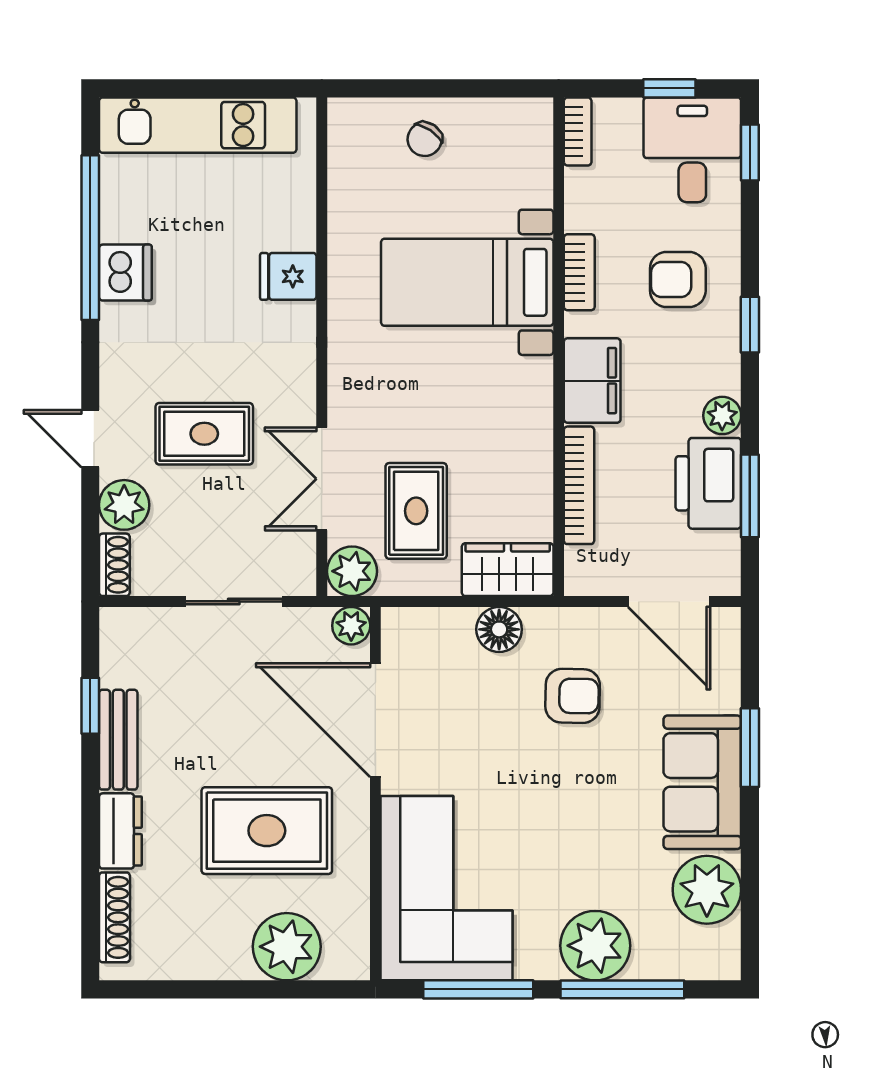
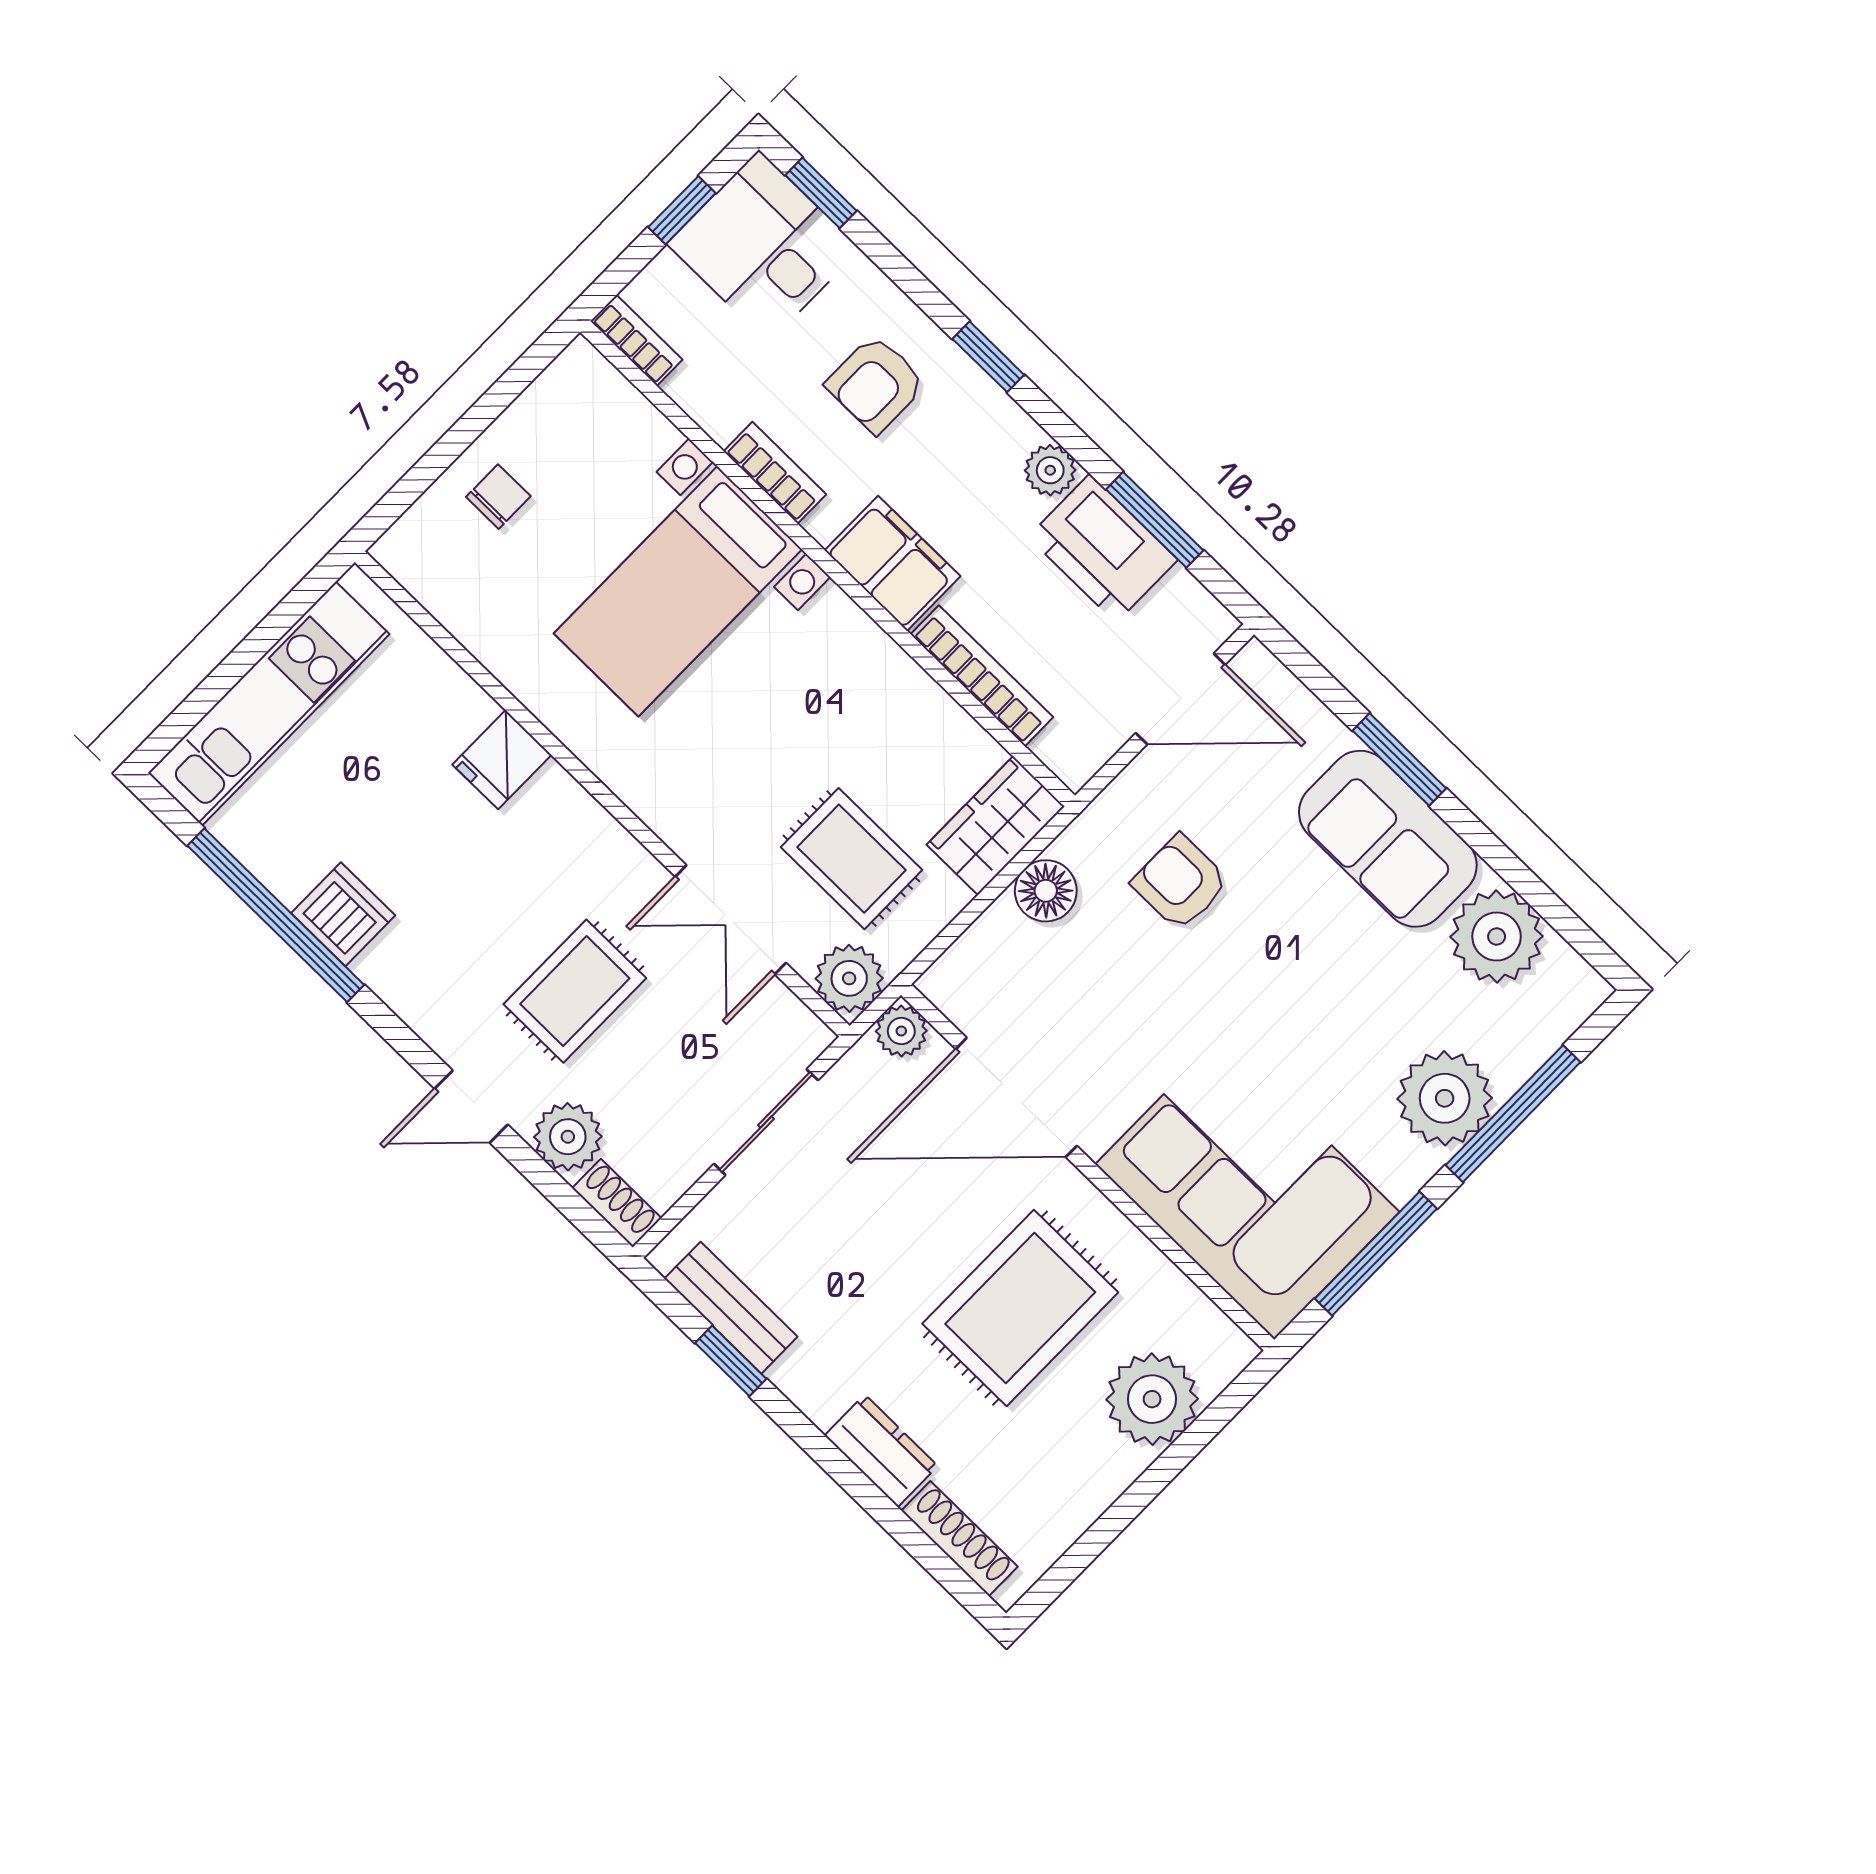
chair: (425, 139) -> (498, 497), turned -124
armchair: (573, 696) -> (1180, 883), turned -91
bench: (118, 740) -> (731, 1308), moved

